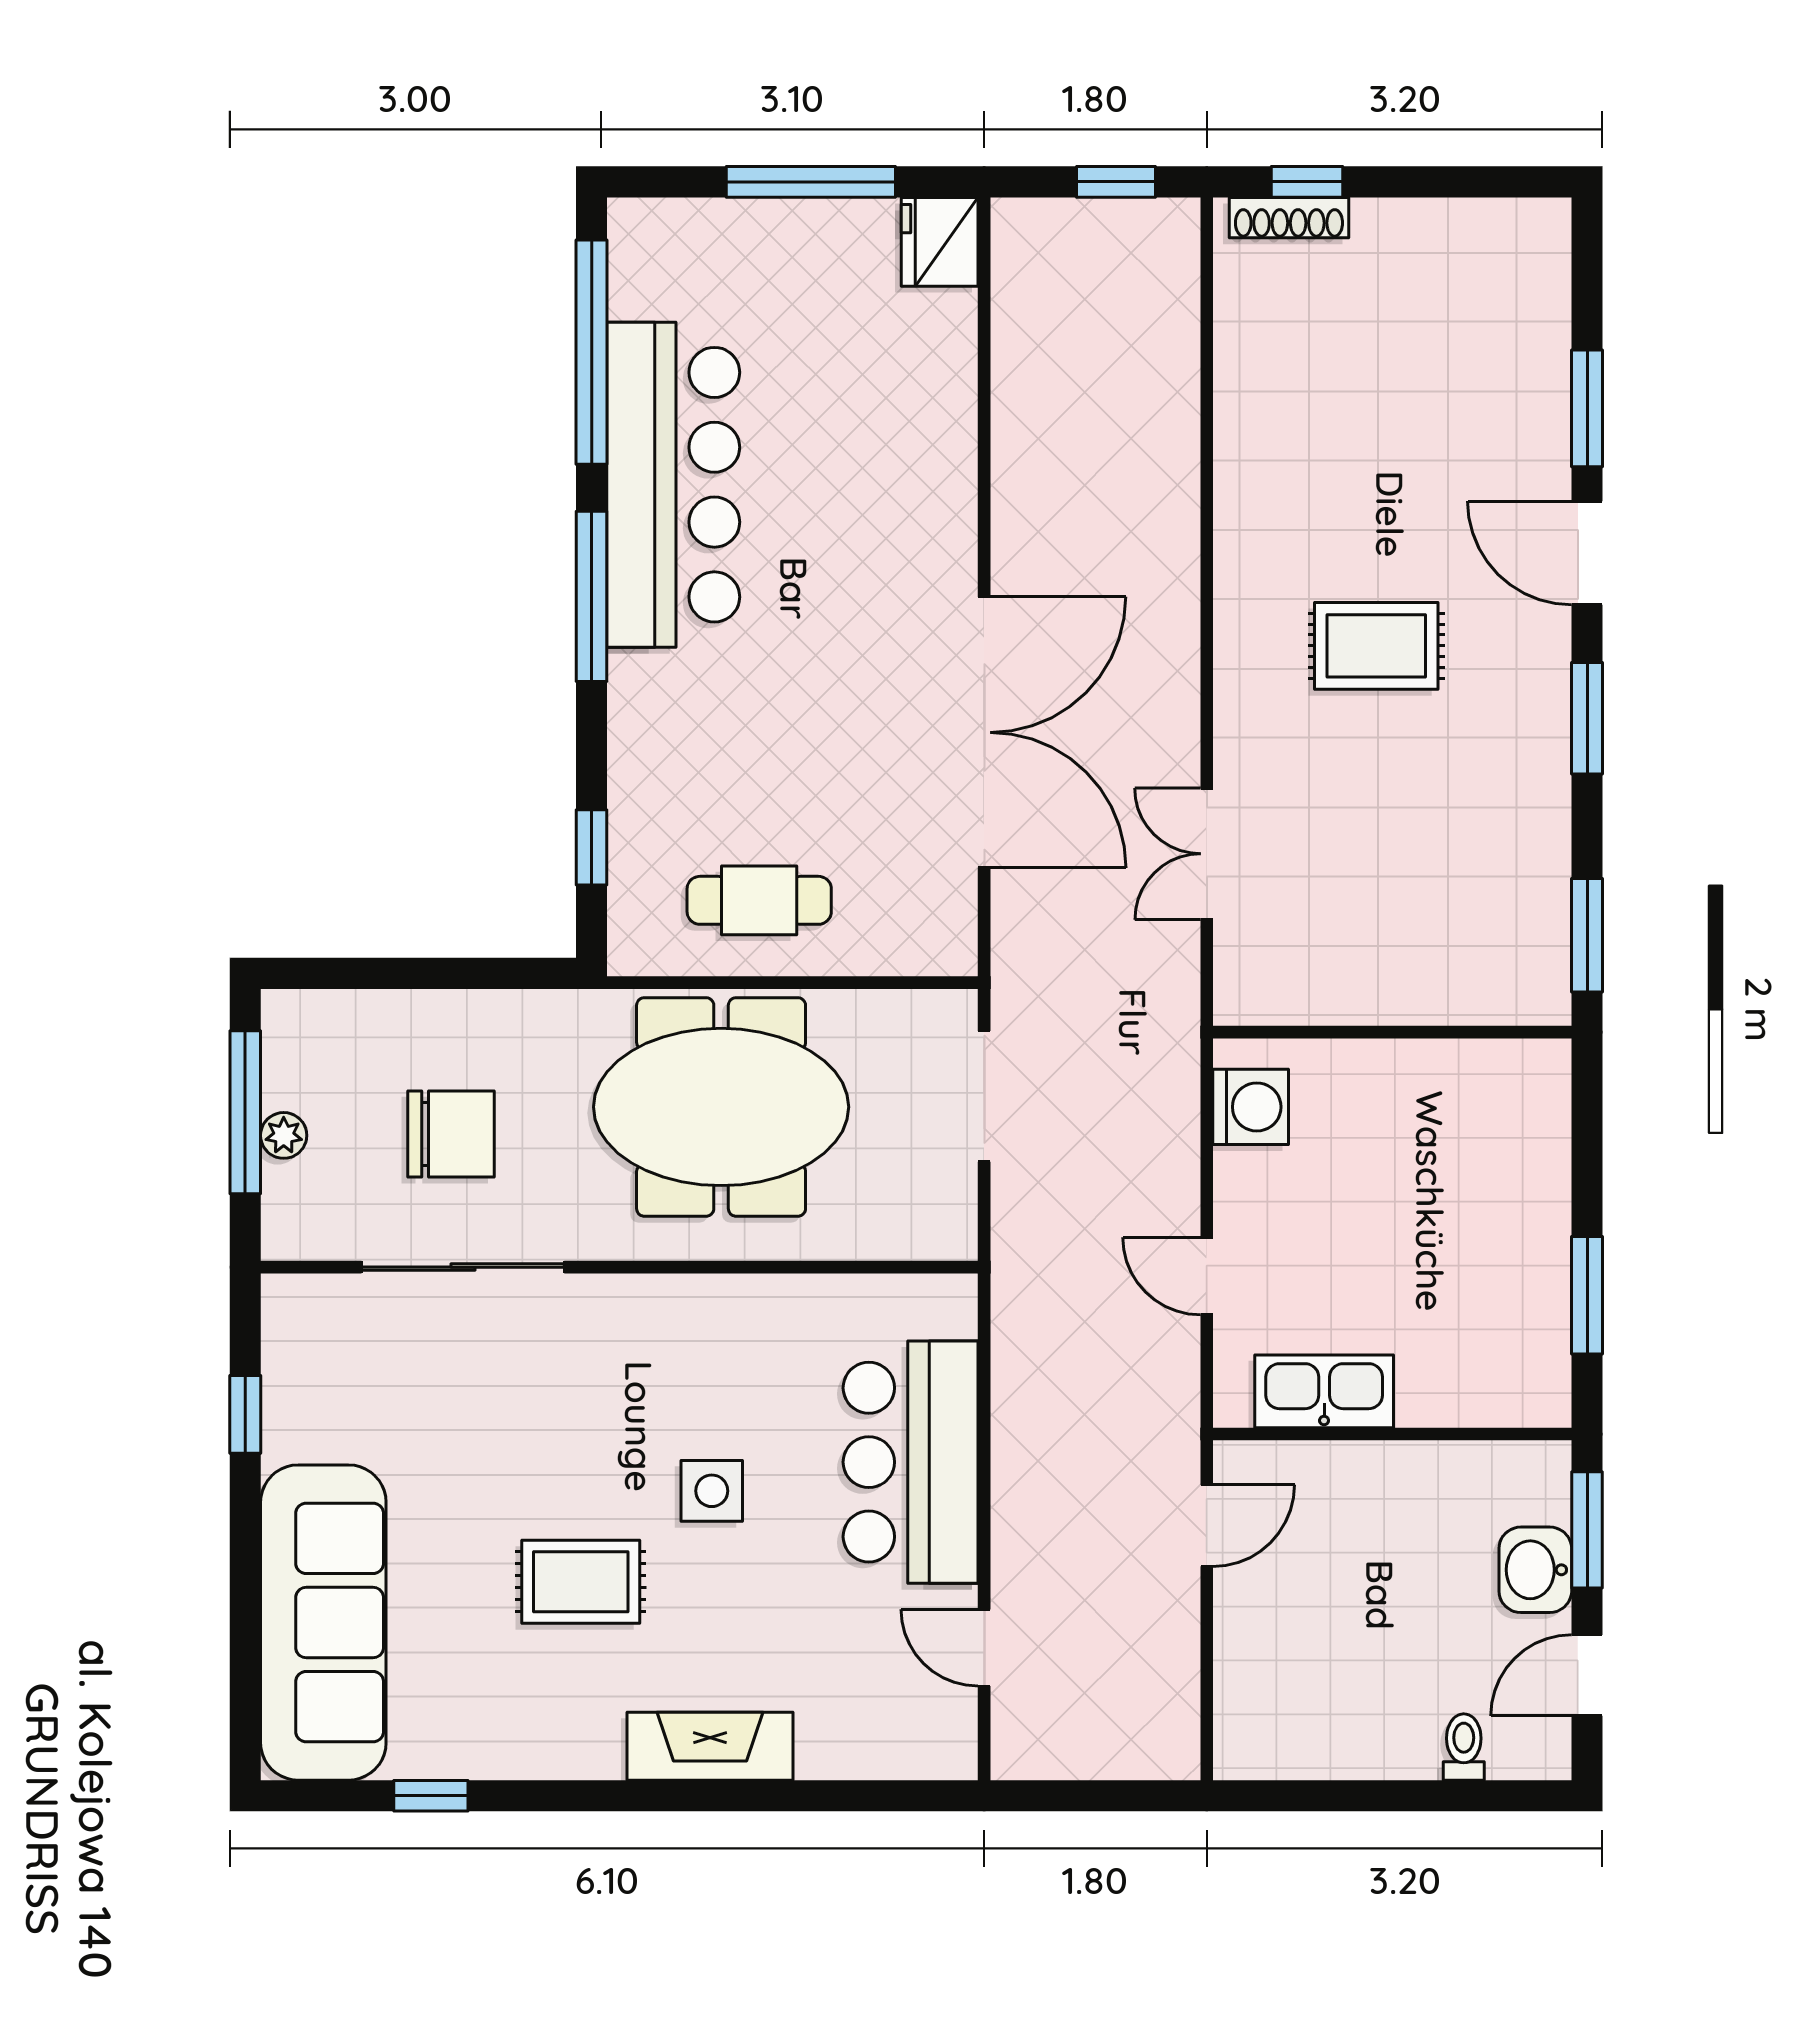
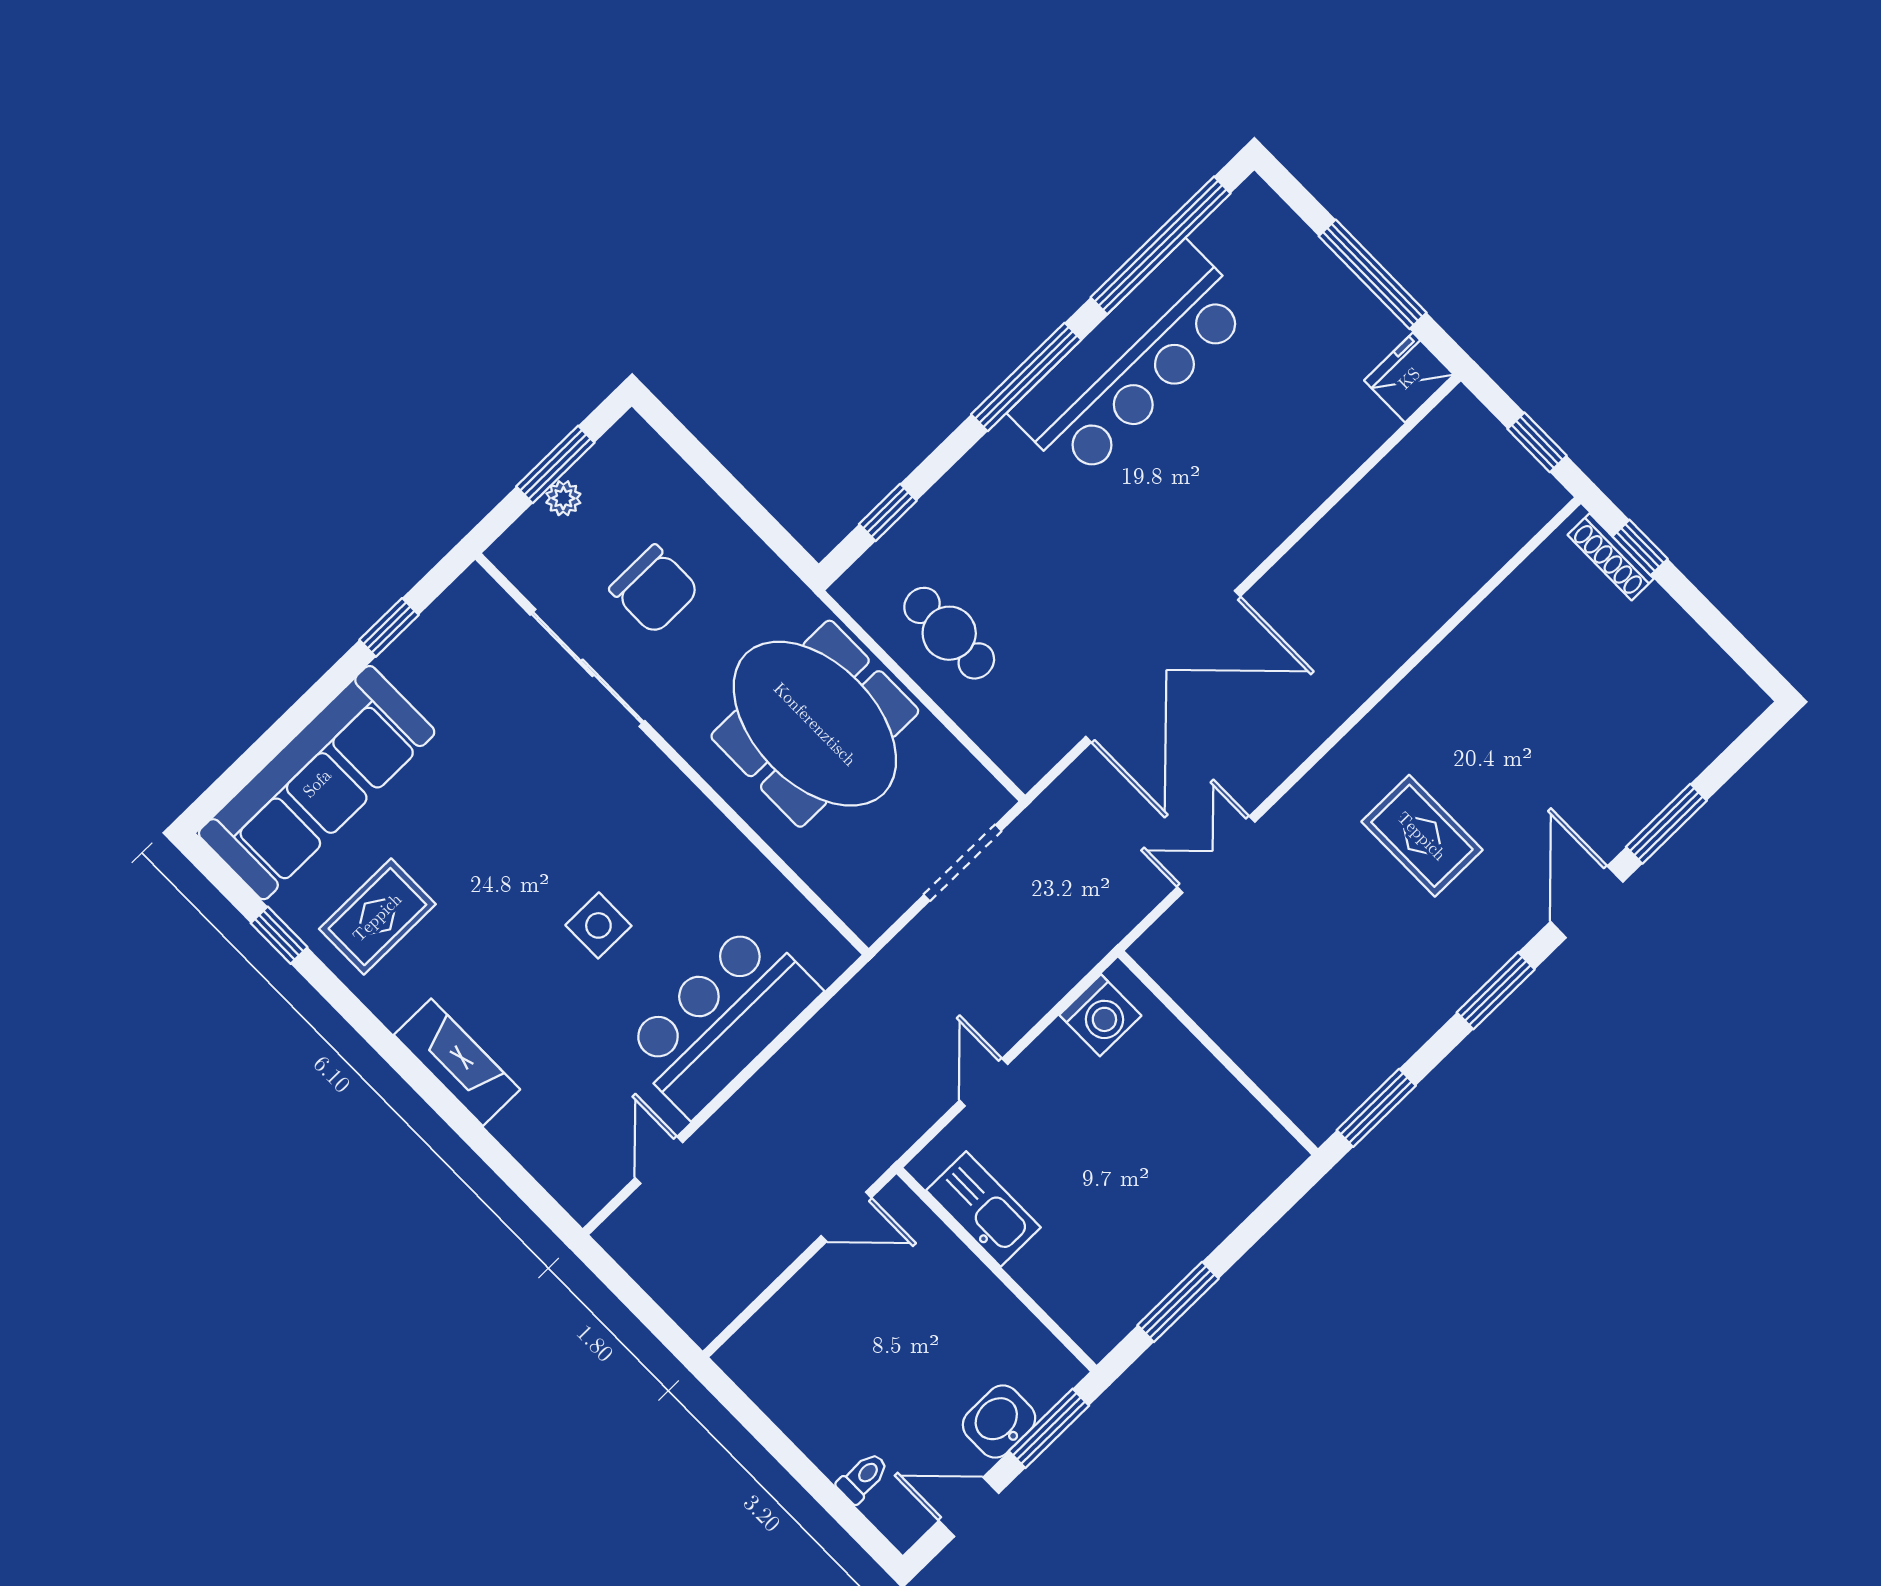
window: (245, 1112) -> (555, 464), width x0.69
rug: (581, 1582) -> (377, 917), moved, turned 90

